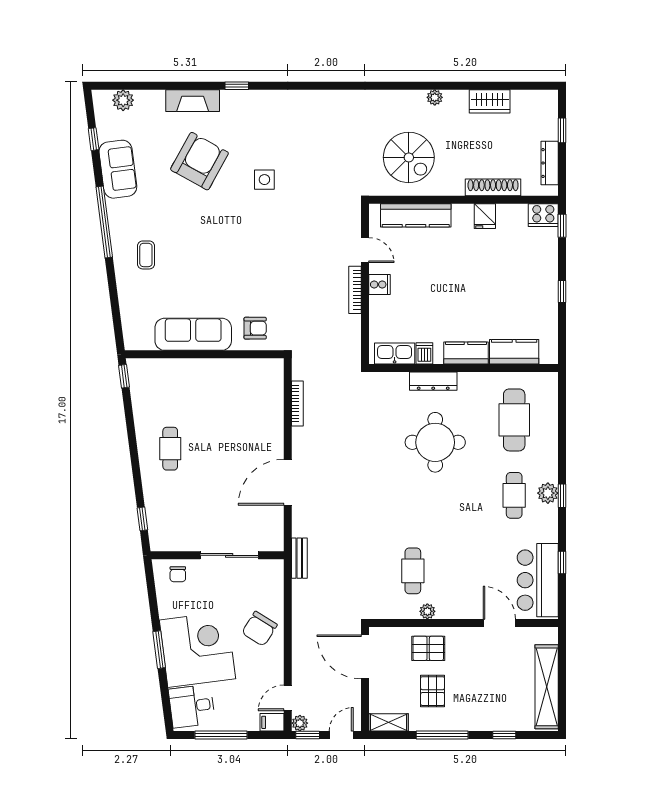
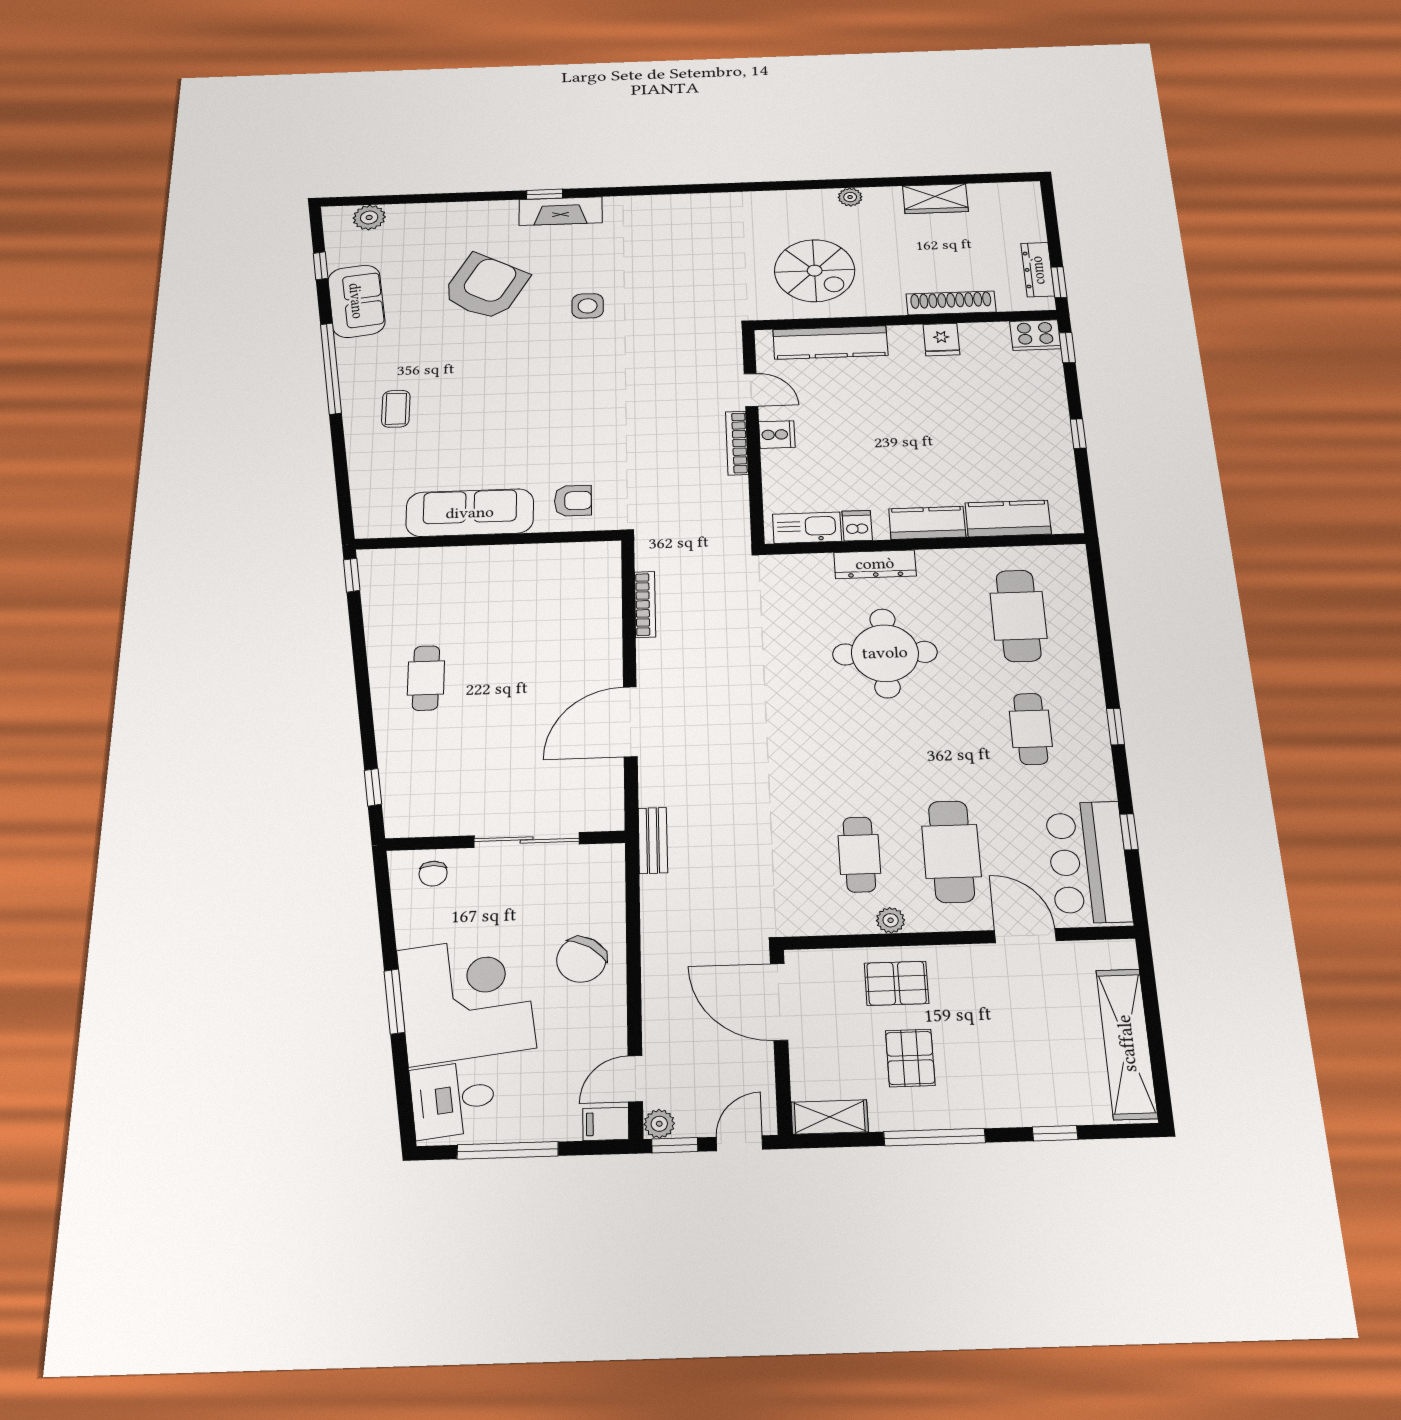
fireplace: (193, 101) -> (561, 211), moved
window: (562, 130) -> (1059, 282), moved
plant: (548, 493) -> (1090, 723), removed
cafe table: (464, 571) -> (951, 851), added

